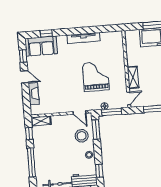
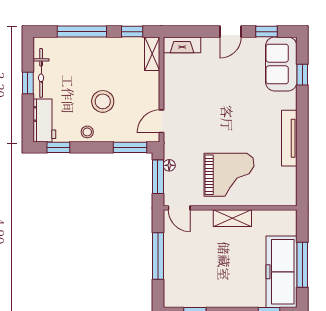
grand piano: (96, 76) -> (229, 175), moved
shelving: (133, 77) -> (232, 218), moved
fireplace: (34, 94) -> (182, 45), moved
stool: (82, 136) -> (103, 101), moved

